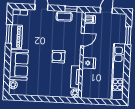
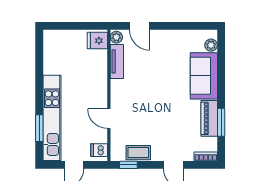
door: (82, 40) -> (109, 119), hinge flipped
armchair: (59, 57) -> (144, 91), removed
fridge: (89, 63) -> (97, 41), moved
kitchen unit: (118, 72) -> (52, 118), moved
door: (59, 100) -> (140, 26), added

